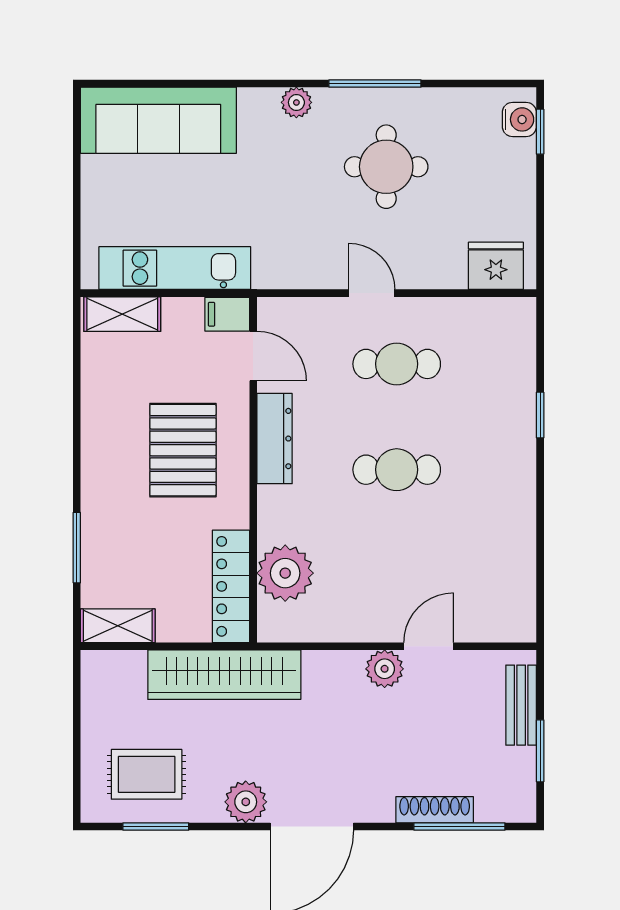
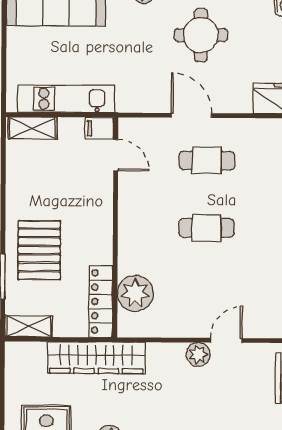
door: (372, 293) -> (191, 115), width x1.38
dresser: (275, 439) -> (129, 208), removed
pallet: (183, 450) -> (39, 250), moved

